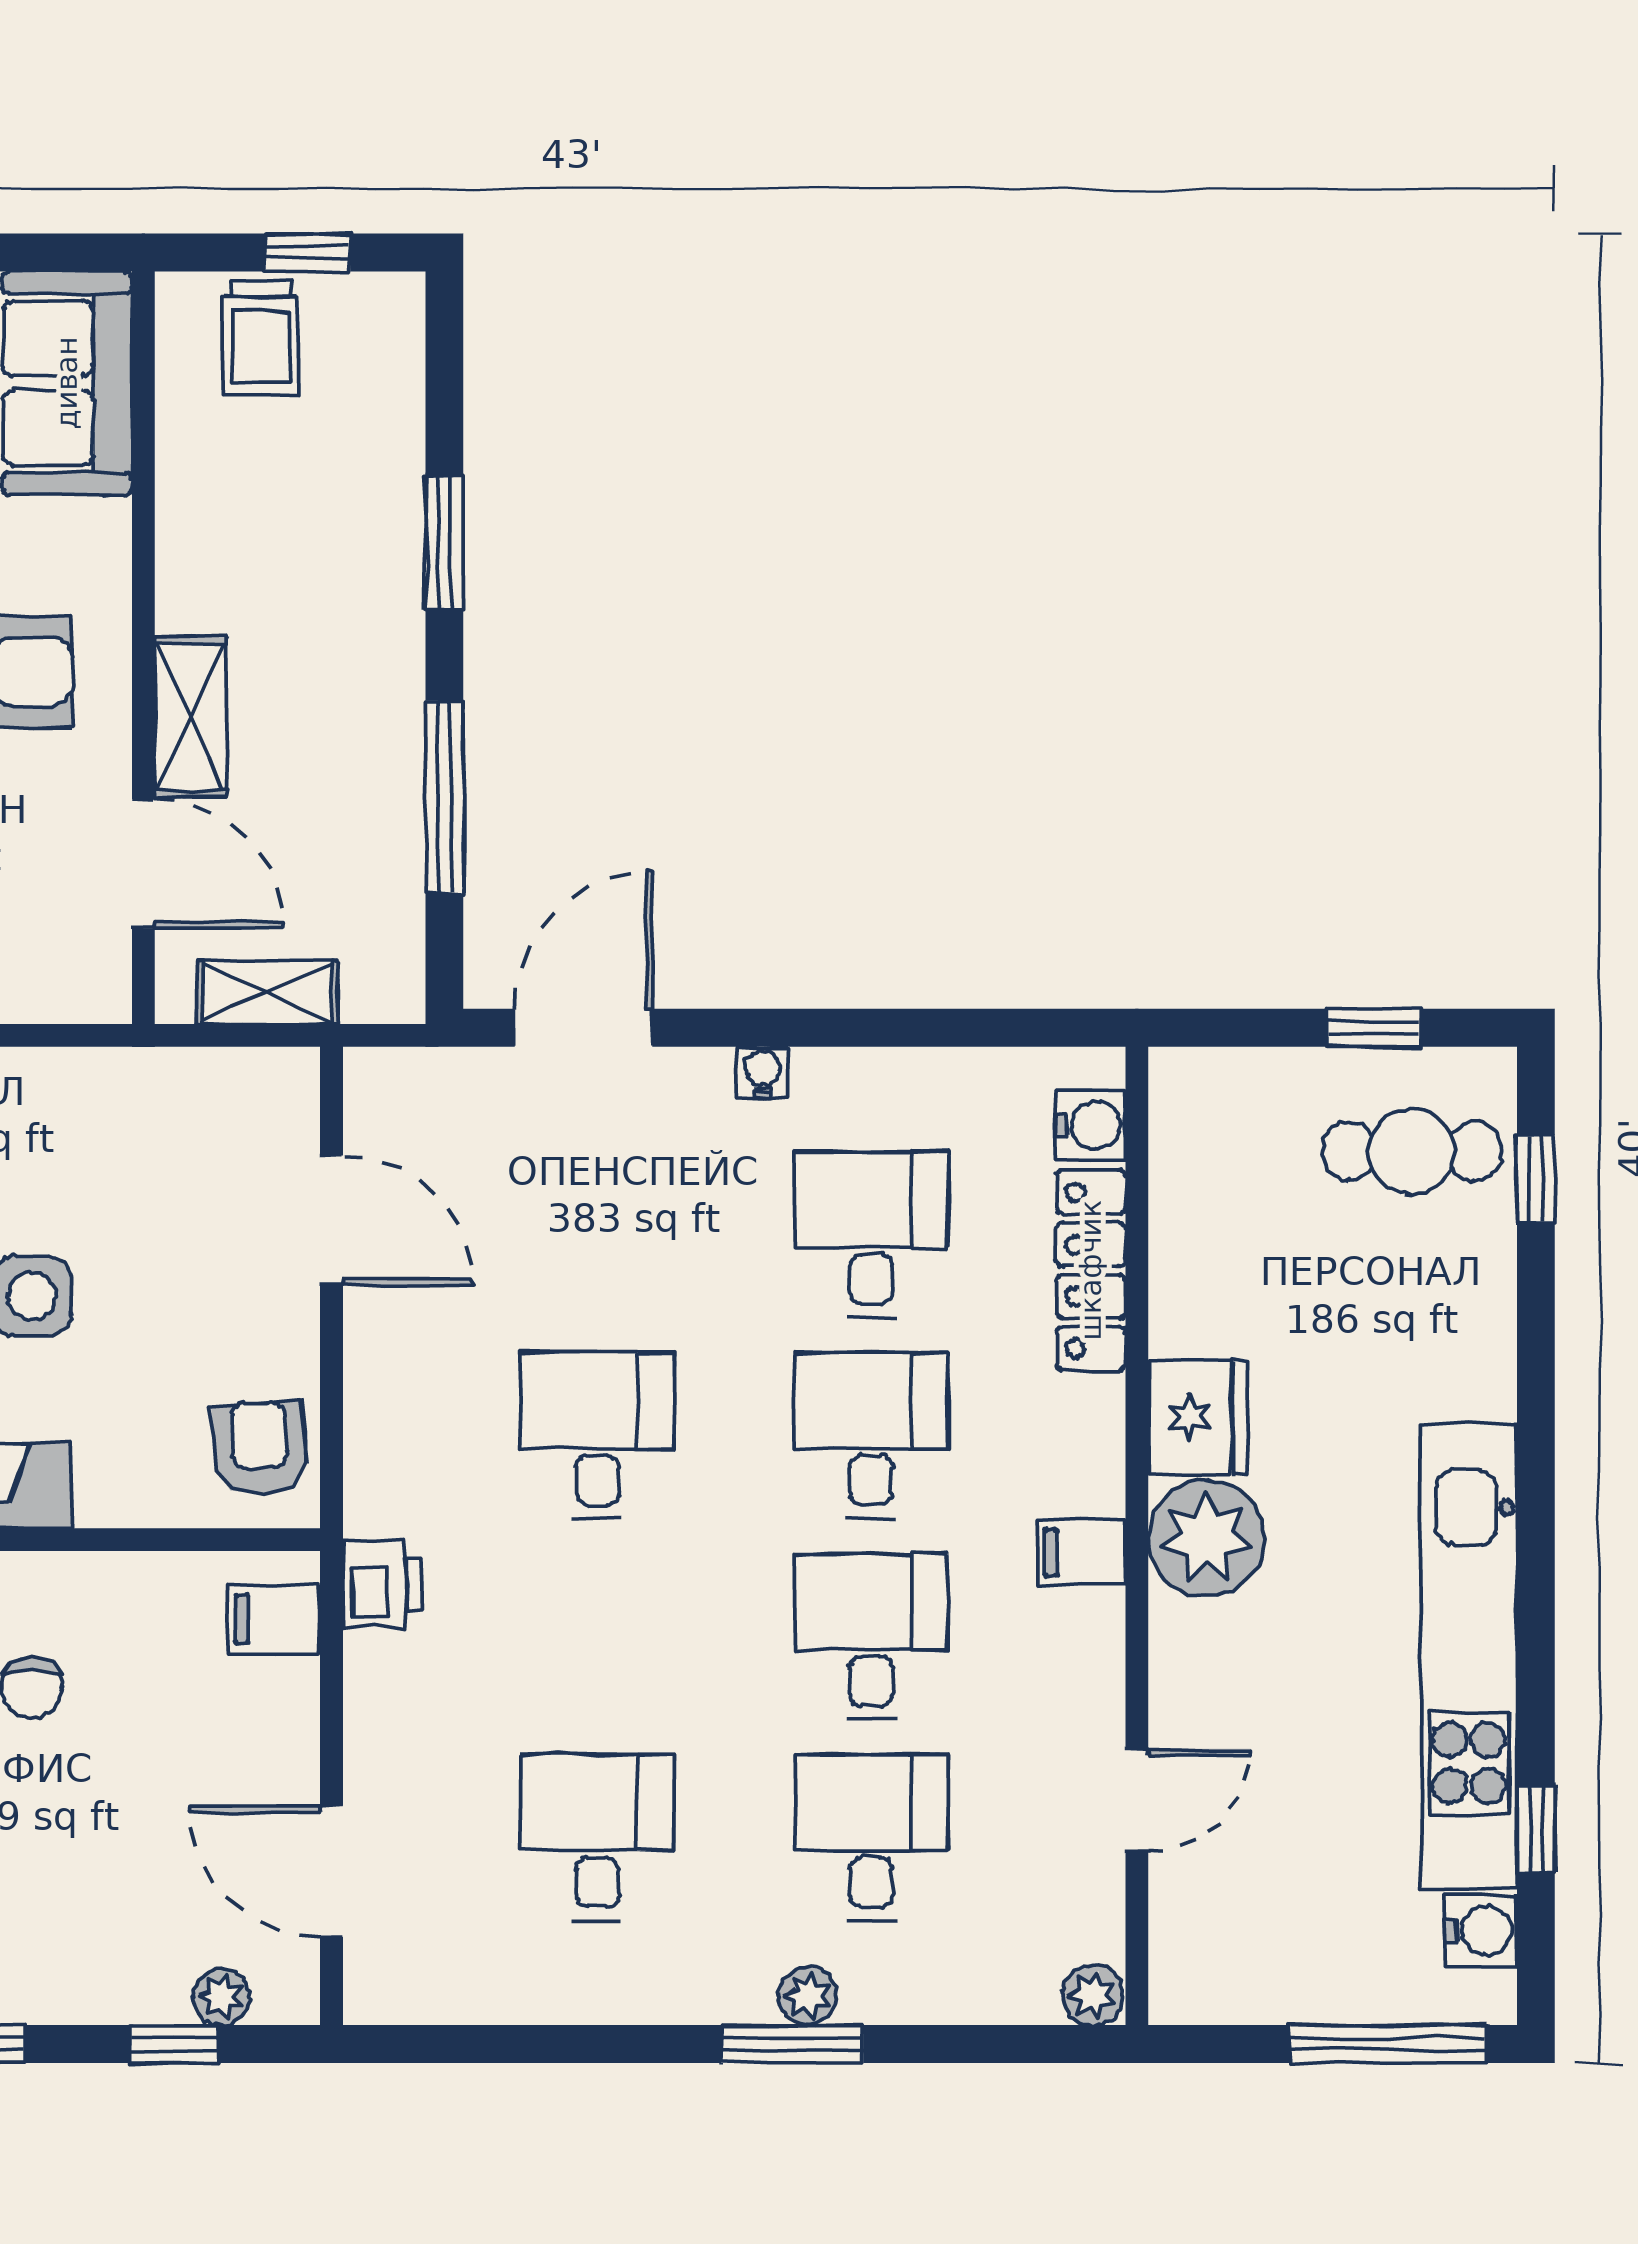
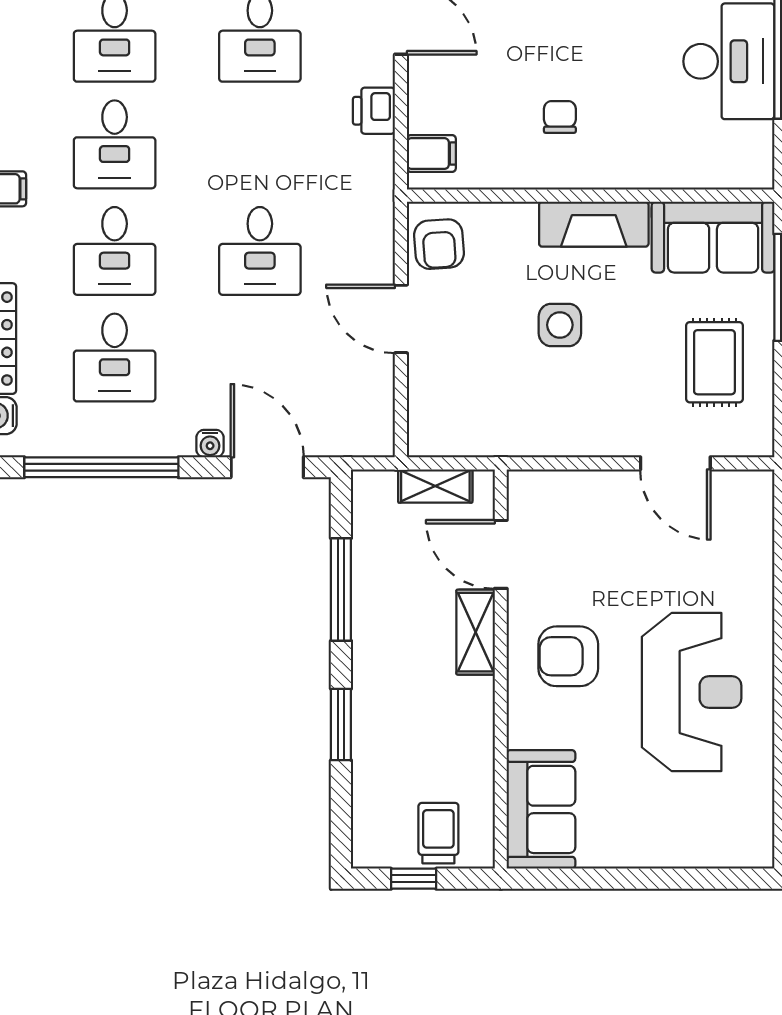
door: (583, 1028) -> (267, 467), swing flipped
window: (896, 1028) -> (101, 467), added
water cooler: (762, 1072) -> (210, 444), moved
door: (332, 1220) -> (401, 319), moved
printer: (382, 1584) -> (374, 111), moved

